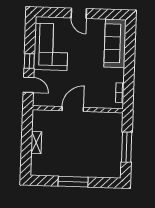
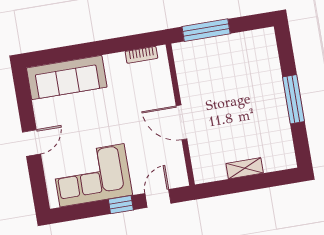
window: (127, 147) -> (206, 30), moved

